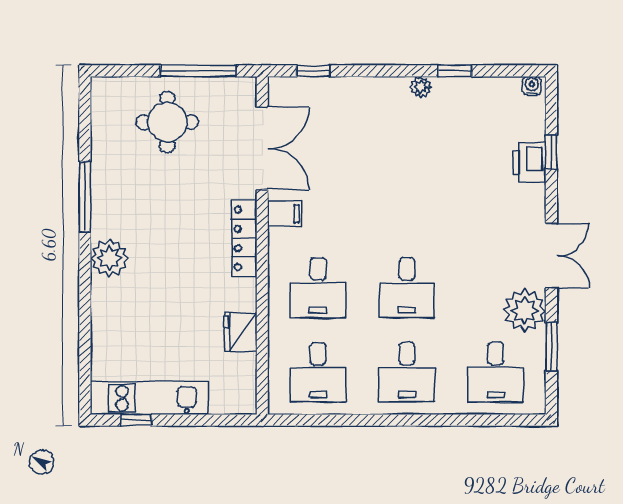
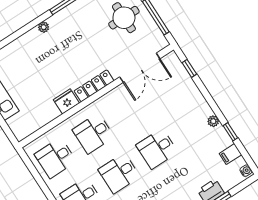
desk: (407, 203) -> (157, 149), added
filing cabinet: (285, 214) -> (230, 154), moved, turned 90
plant: (109, 258) -> (44, 27), width x0.53, depth x0.53
fridge: (241, 332) -> (66, 101), moved

